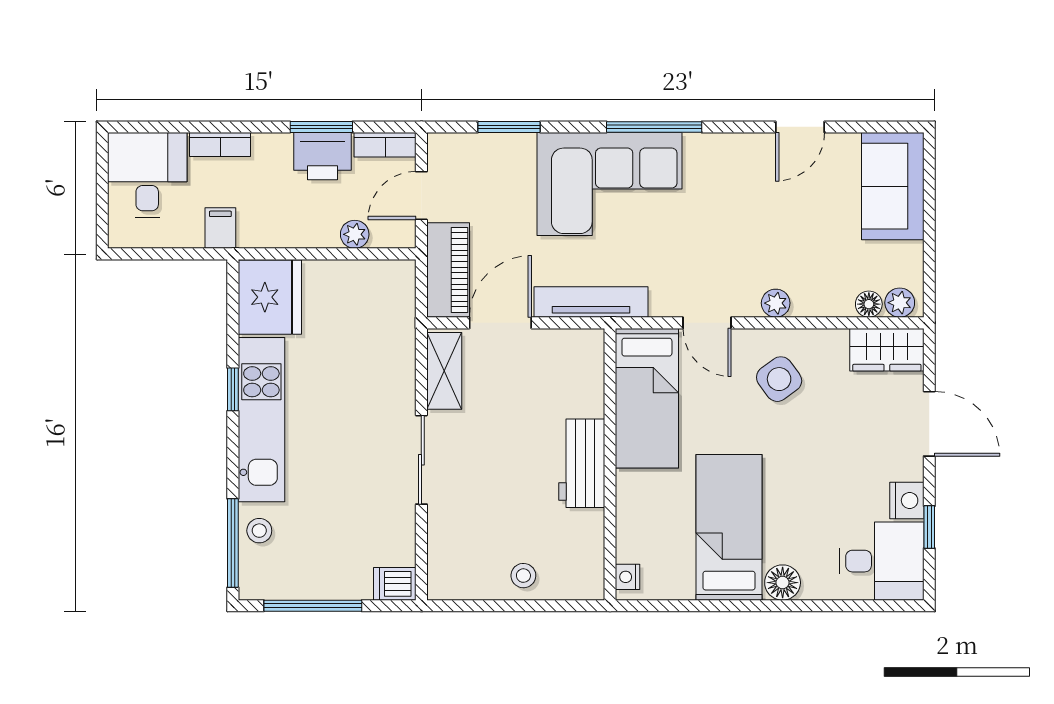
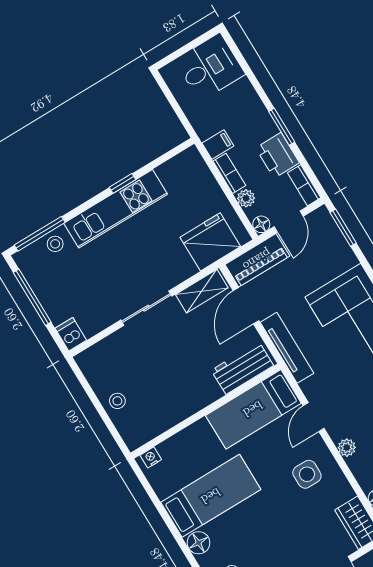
window: (321, 127) -> (282, 127), moved
window: (509, 127) -> (343, 228), moved
bookcase: (220, 145) -> (229, 173), moved, turned 180
door: (421, 196) -> (289, 222), swing flipped
filing cabinet: (220, 228) -> (218, 145), moved
floor lamp: (403, 235) -> (261, 224), added
fridge: (270, 297) -> (210, 242), moved, turned 180
door: (500, 323) -> (246, 306), swing flipped
side table: (779, 379) -> (307, 474), turned 36
workbench: (582, 463) -> (242, 368), moved

